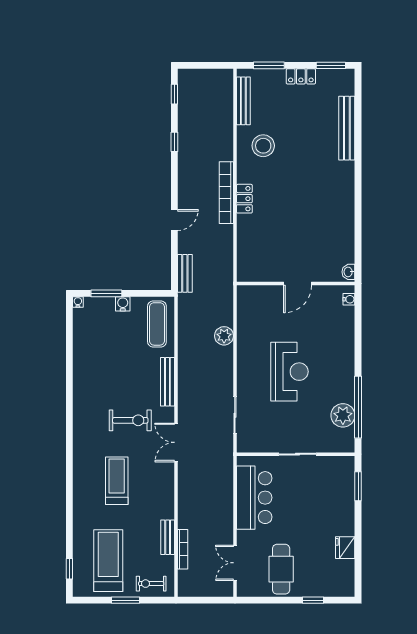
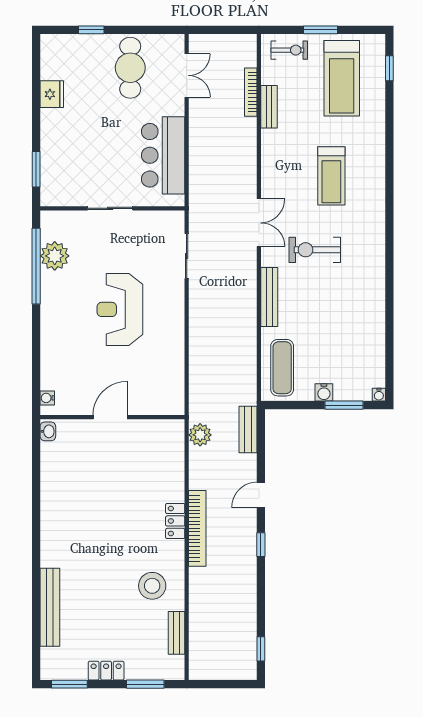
bench: (243, 101) -> (176, 633), width x0.73
window: (174, 142) -> (261, 545), moved
plant: (224, 336) -> (200, 435), moved

